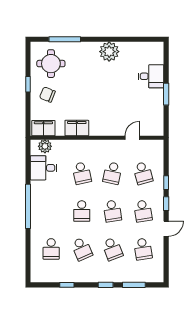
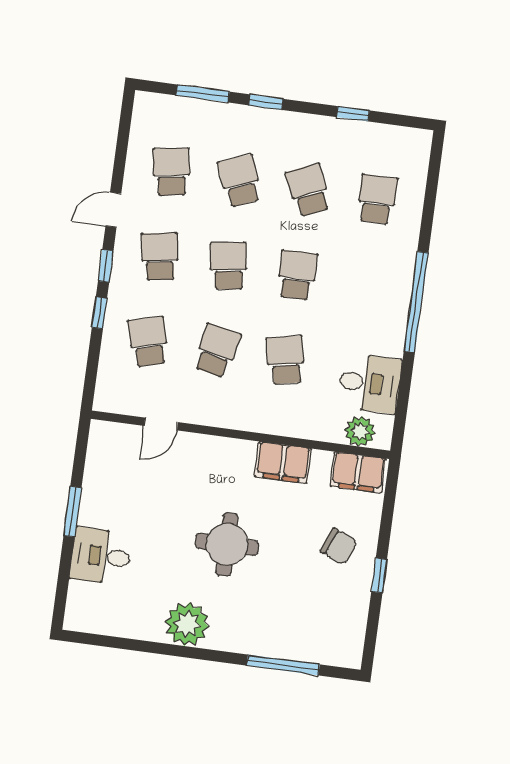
round table: (51, 64) -> (227, 544), moved

